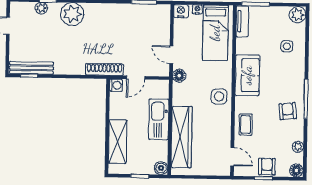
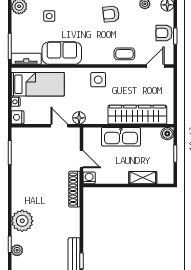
door: (171, 55) -> (59, 126), swing flipped
sofa: (247, 75) -> (62, 53), moved
shelving: (118, 142) -> (143, 178), width x0.67, depth x0.75

